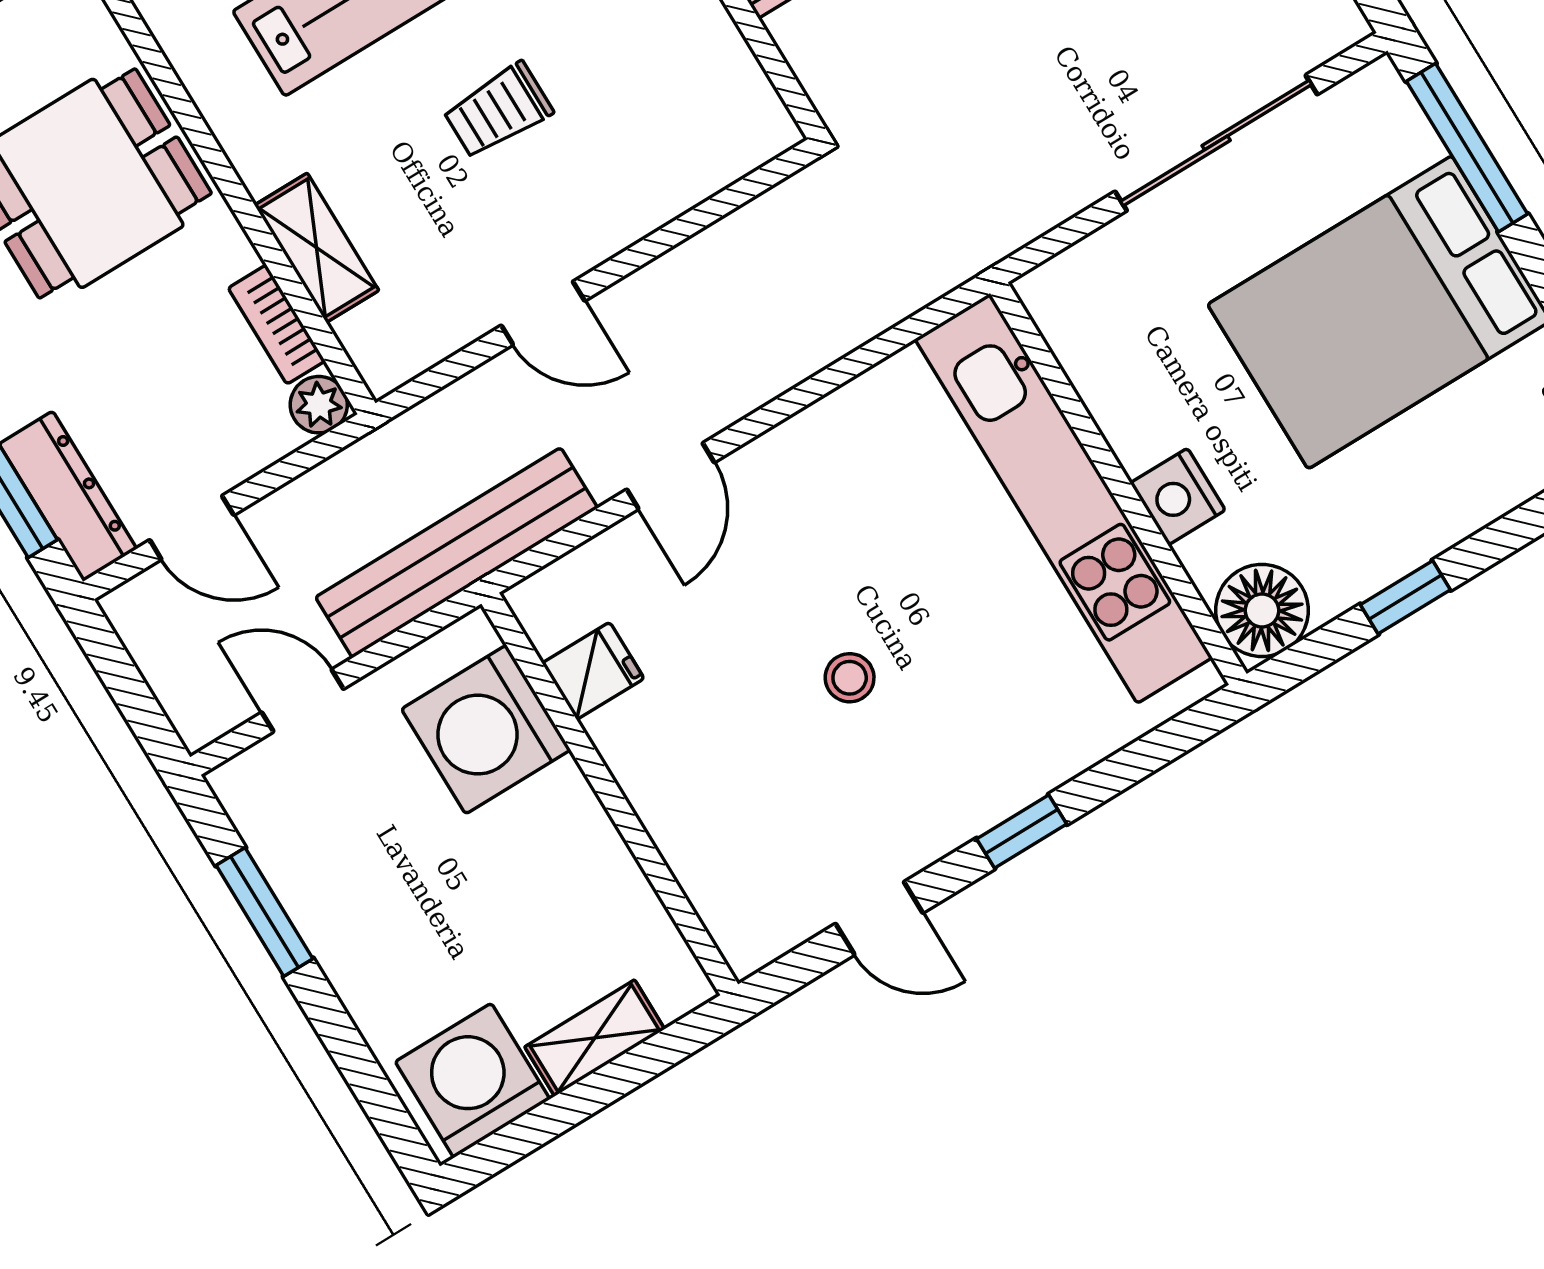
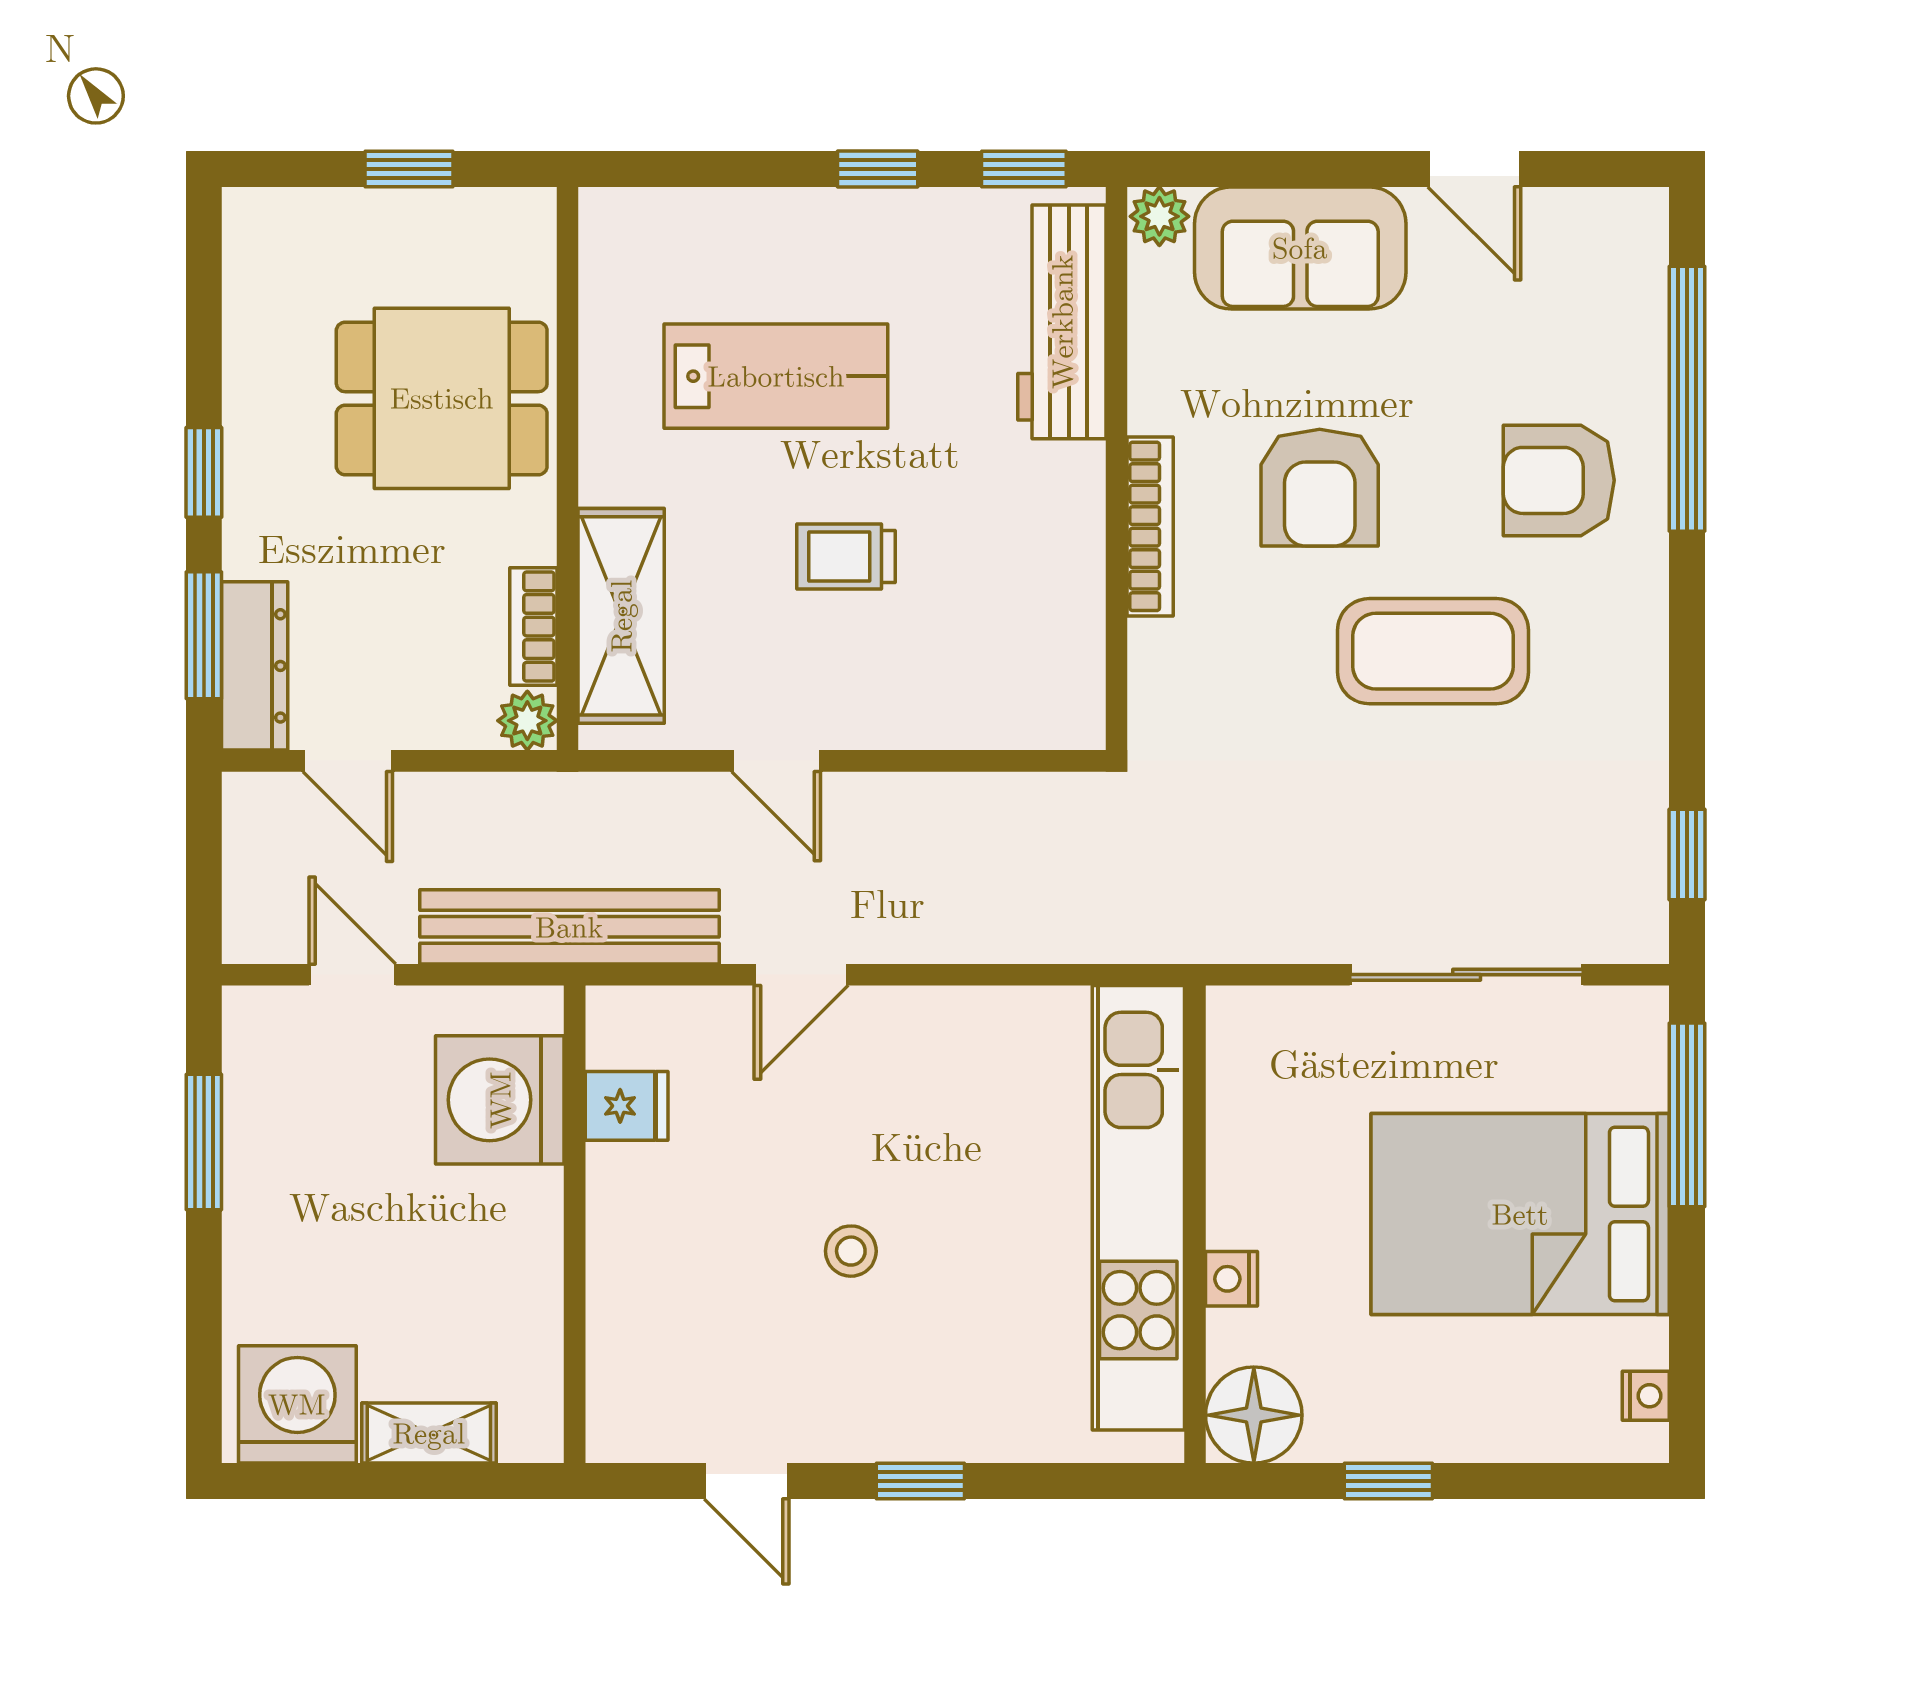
shelving: (317, 248) -> (621, 616), width x1.50, depth x1.33
nightstand: (1178, 497) -> (1232, 1279), width x0.72, depth x0.74

